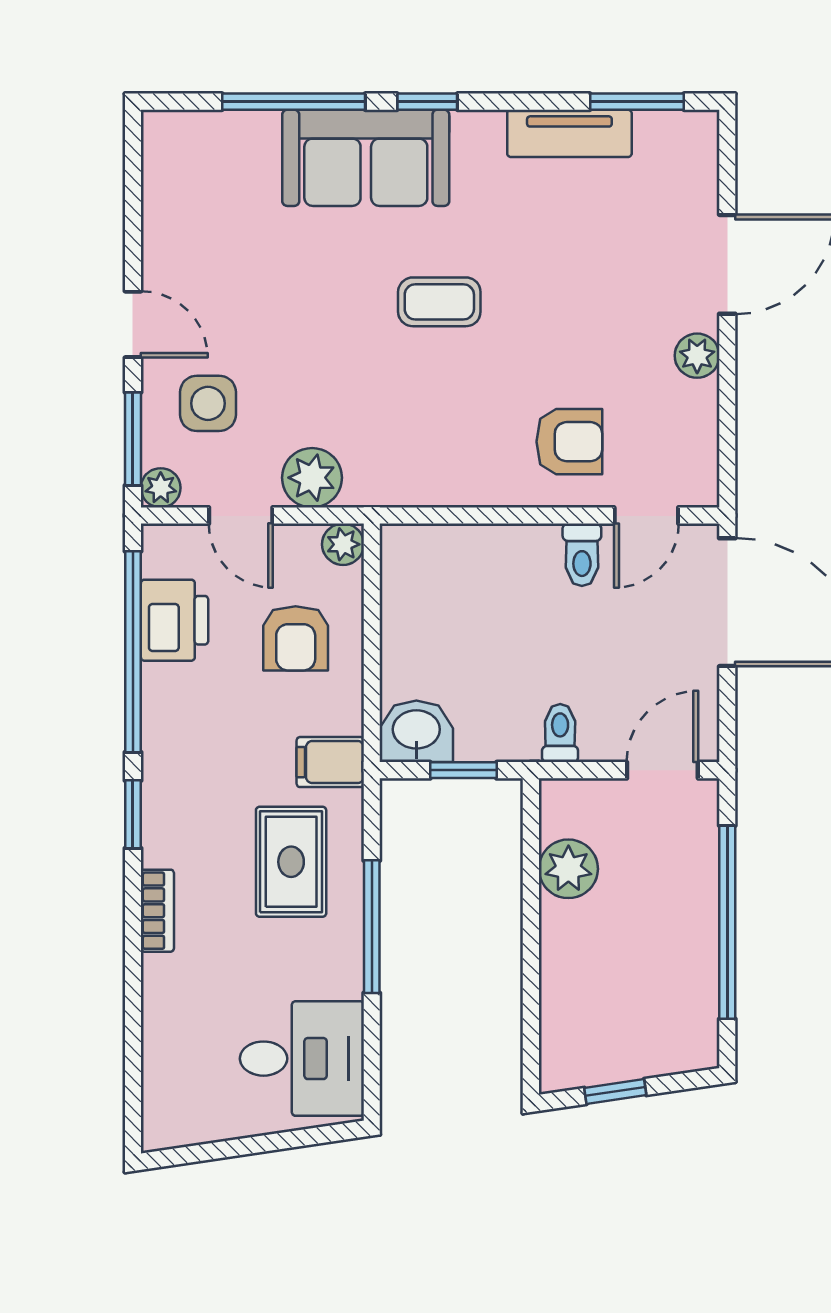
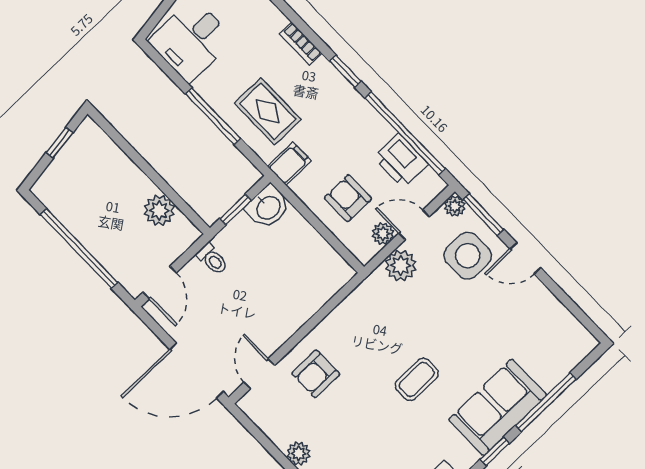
side table: (208, 403) -> (468, 256), width x1.37, depth x1.37
plant: (343, 544) -> (383, 234), moved
toilet: (582, 555) -> (269, 335), removed

